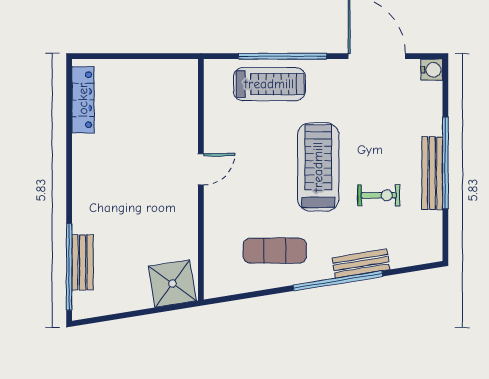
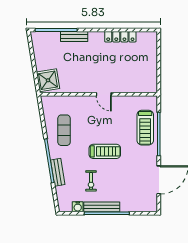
water cooler: (432, 70) -> (78, 207), moved
locker: (83, 100) -> (120, 37), moved
treadmill: (318, 167) -> (105, 151), width x0.73, depth x0.73
bench: (83, 262) -> (74, 37), moved

